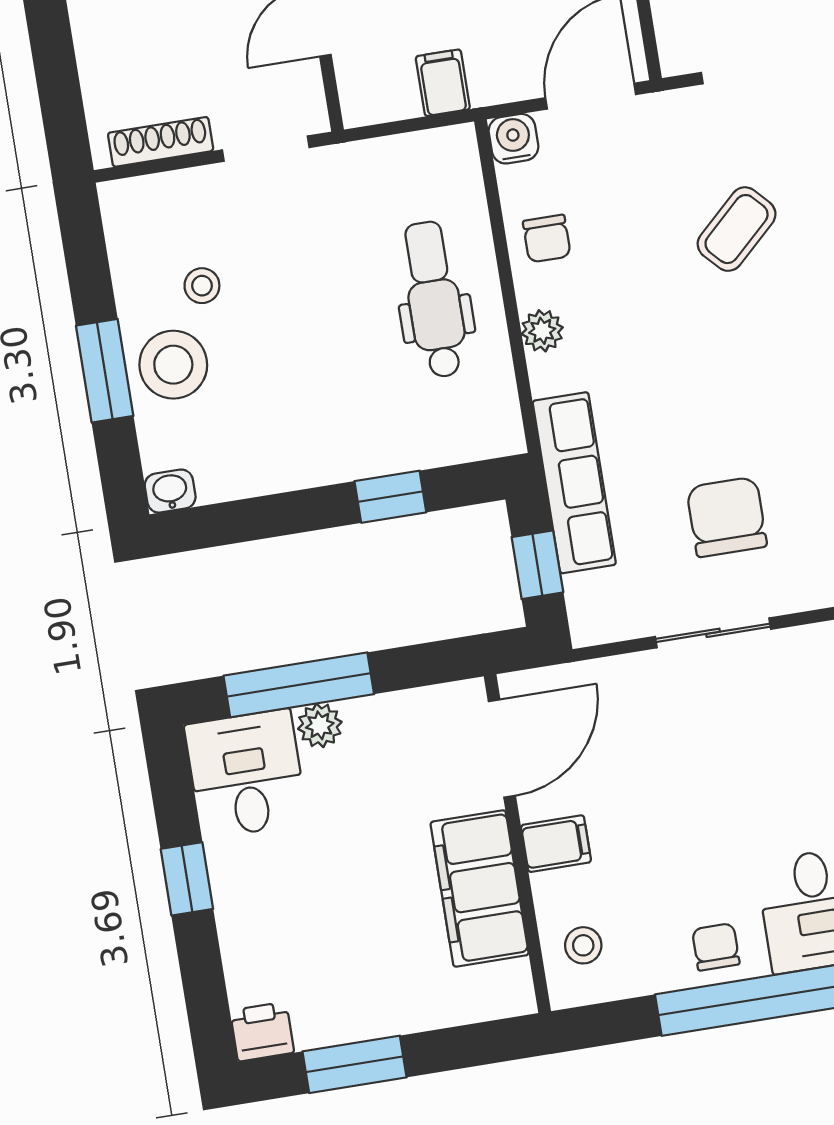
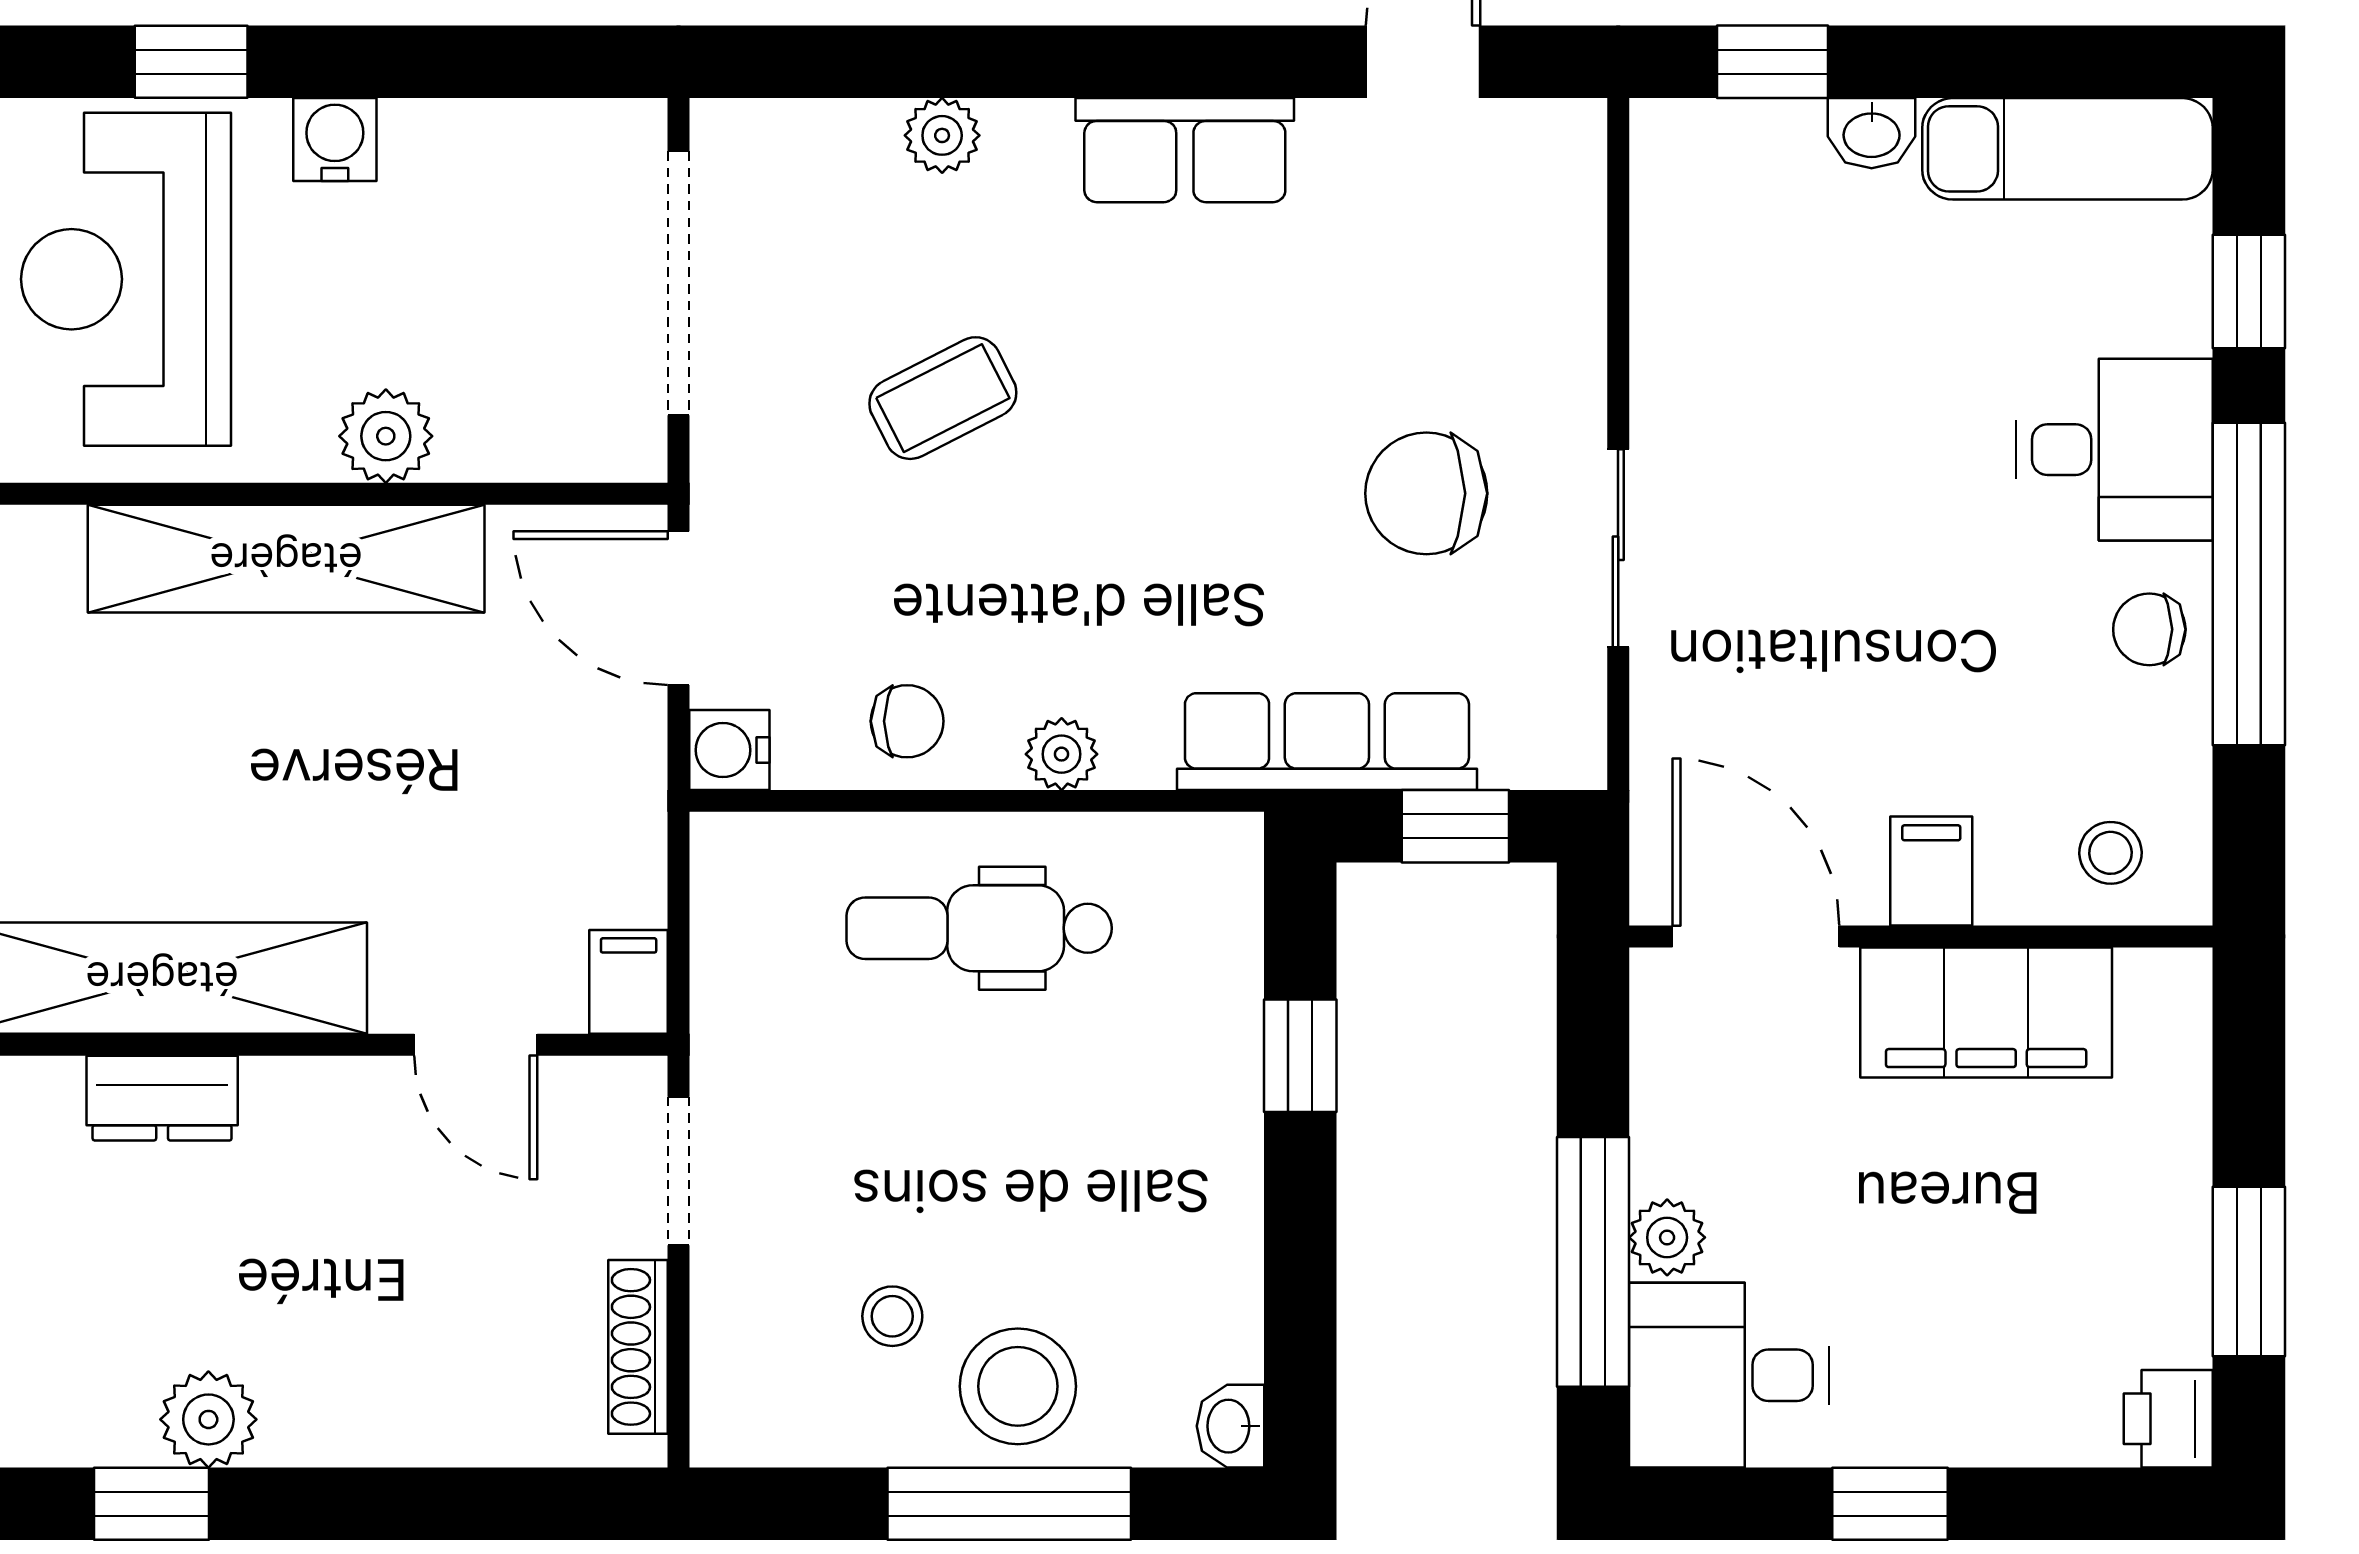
filing cabinet: (443, 83) -> (629, 982), moved, turned 90
coffee table: (737, 229) -> (943, 398), turned -74
window: (105, 371) -> (1009, 1504), width x1.44

